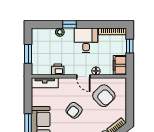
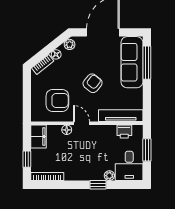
desk: (86, 40) -> (129, 166), moved
printer: (58, 69) -> (124, 132), moved
tv unit: (45, 83) -> (121, 116), width x1.41
armchair: (104, 96) -> (57, 100), turned 134

